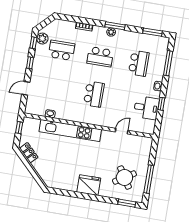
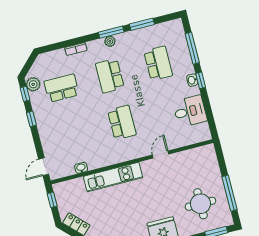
window: (153, 32) -> (142, 24), moved
school desk: (100, 57) -> (110, 76), turned 90
door: (26, 88) -> (44, 167), moved
window: (161, 104) -> (201, 80), moved
kitchen unit: (70, 131) -> (113, 177), width x0.73
door: (122, 131) -> (161, 154), moved
round table: (124, 178) -> (200, 204), turned 32

